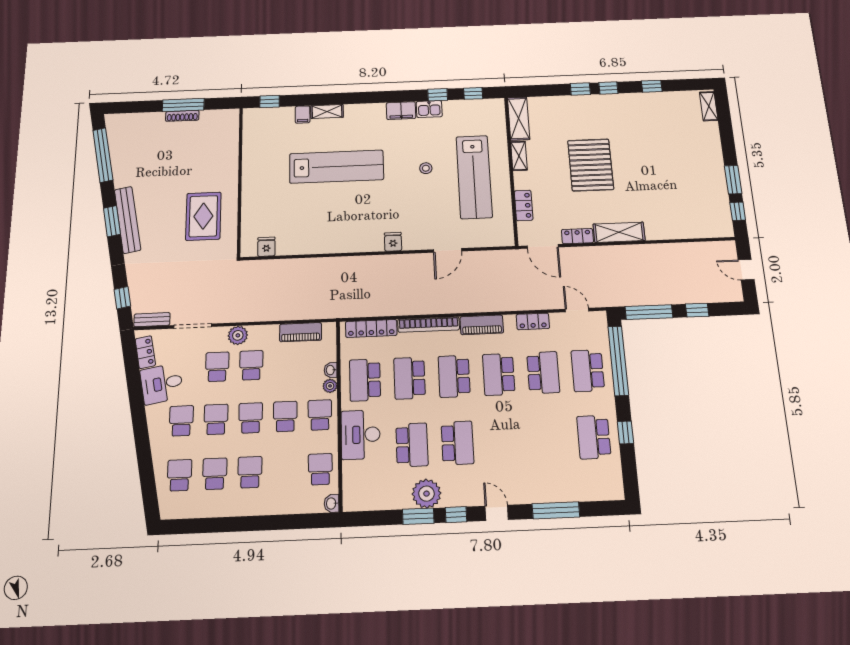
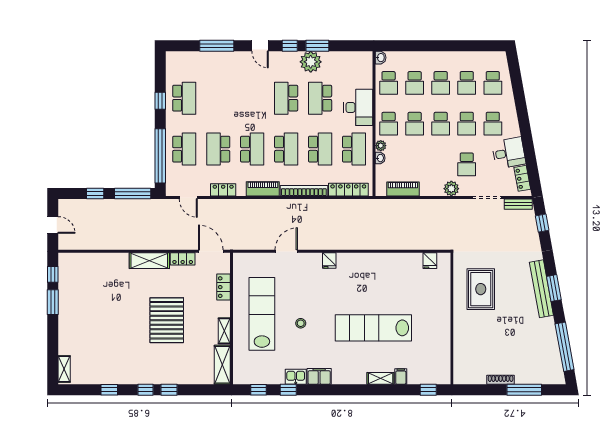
window: (183, 105) -> (524, 390), moved
school desk: (251, 365) -> (415, 83), moved

